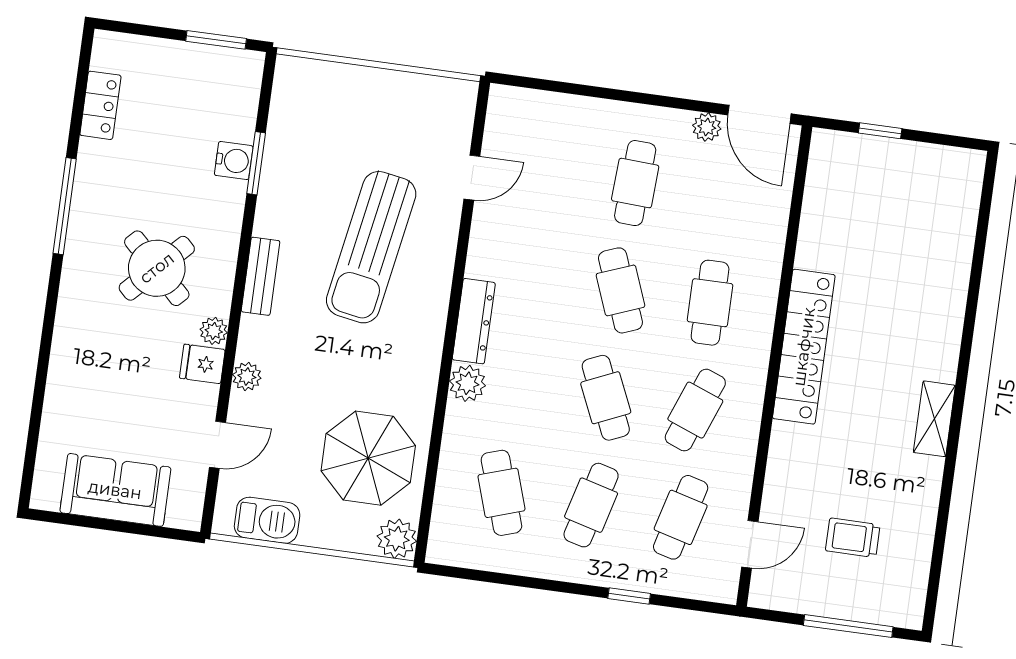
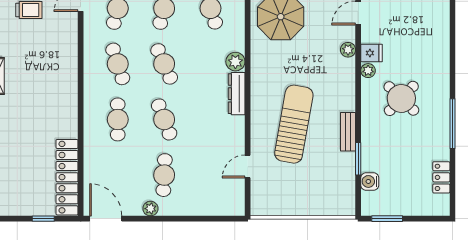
plant: (707, 127) -> (150, 209), moved
water cooler: (234, 161) -> (370, 181), moved
bench: (261, 276) -> (348, 132), moved
locker: (804, 347) -> (67, 177), moved
cafe table: (695, 410) -> (118, 64), turned -39

